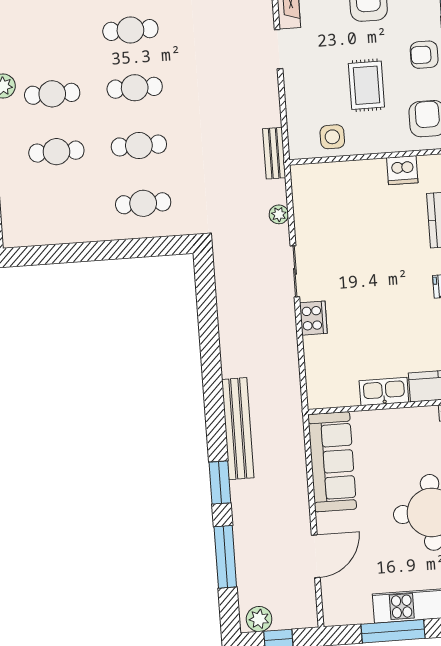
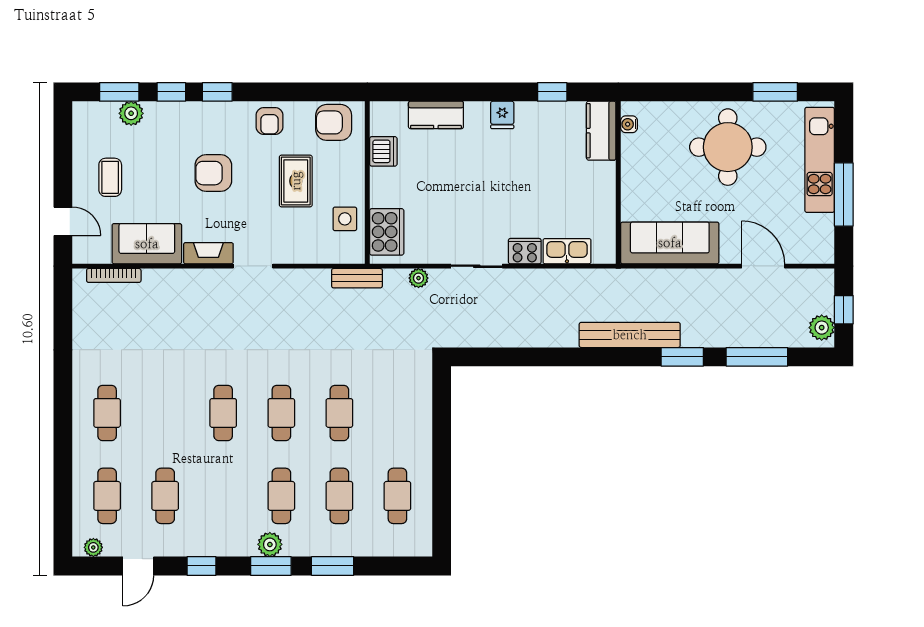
rug: (366, 85) -> (296, 181), turned 90
cooker: (322, 179) -> (387, 232), added
cafe table: (143, 203) -> (397, 496), moved
kitchen sink: (384, 391) -> (567, 251), moved, turned 90

